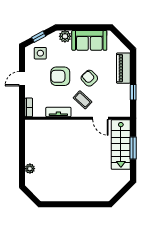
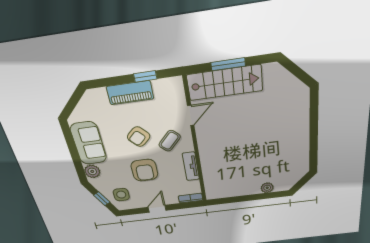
piano: (123, 68) -> (130, 93), moved
door: (22, 79) -> (157, 209), swing flipped

